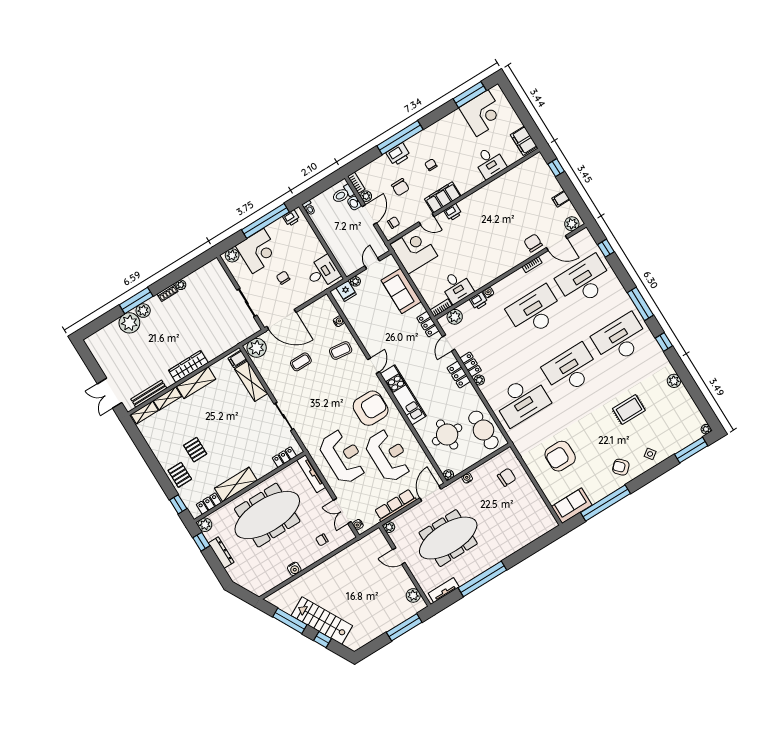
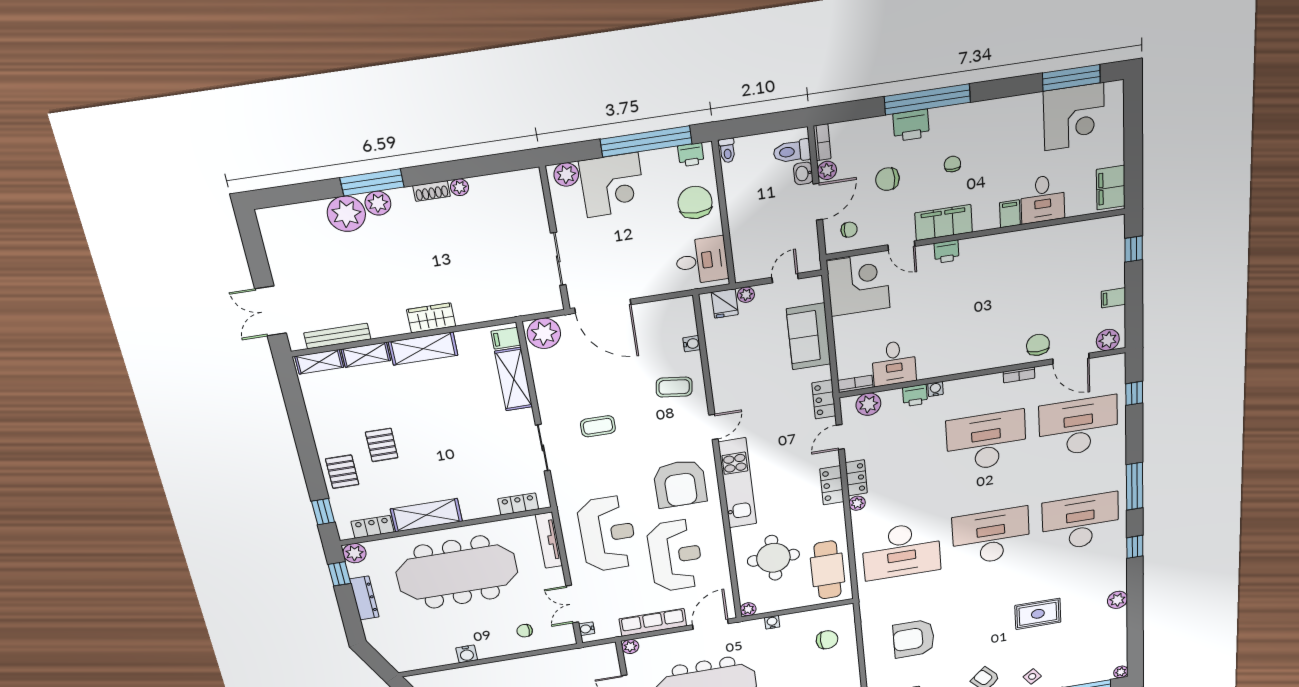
filing cabinet: (476, 178) -> (1010, 214), added
chair: (400, 187) -> (887, 179), turned 90
chair: (283, 278) -> (695, 202), moved, width x1.87, depth x1.87
coffee table: (301, 362) -> (598, 426), moved
wardrobe: (188, 367) -> (431, 318), width x0.67
armchair: (371, 408) -> (680, 484), turned 90

